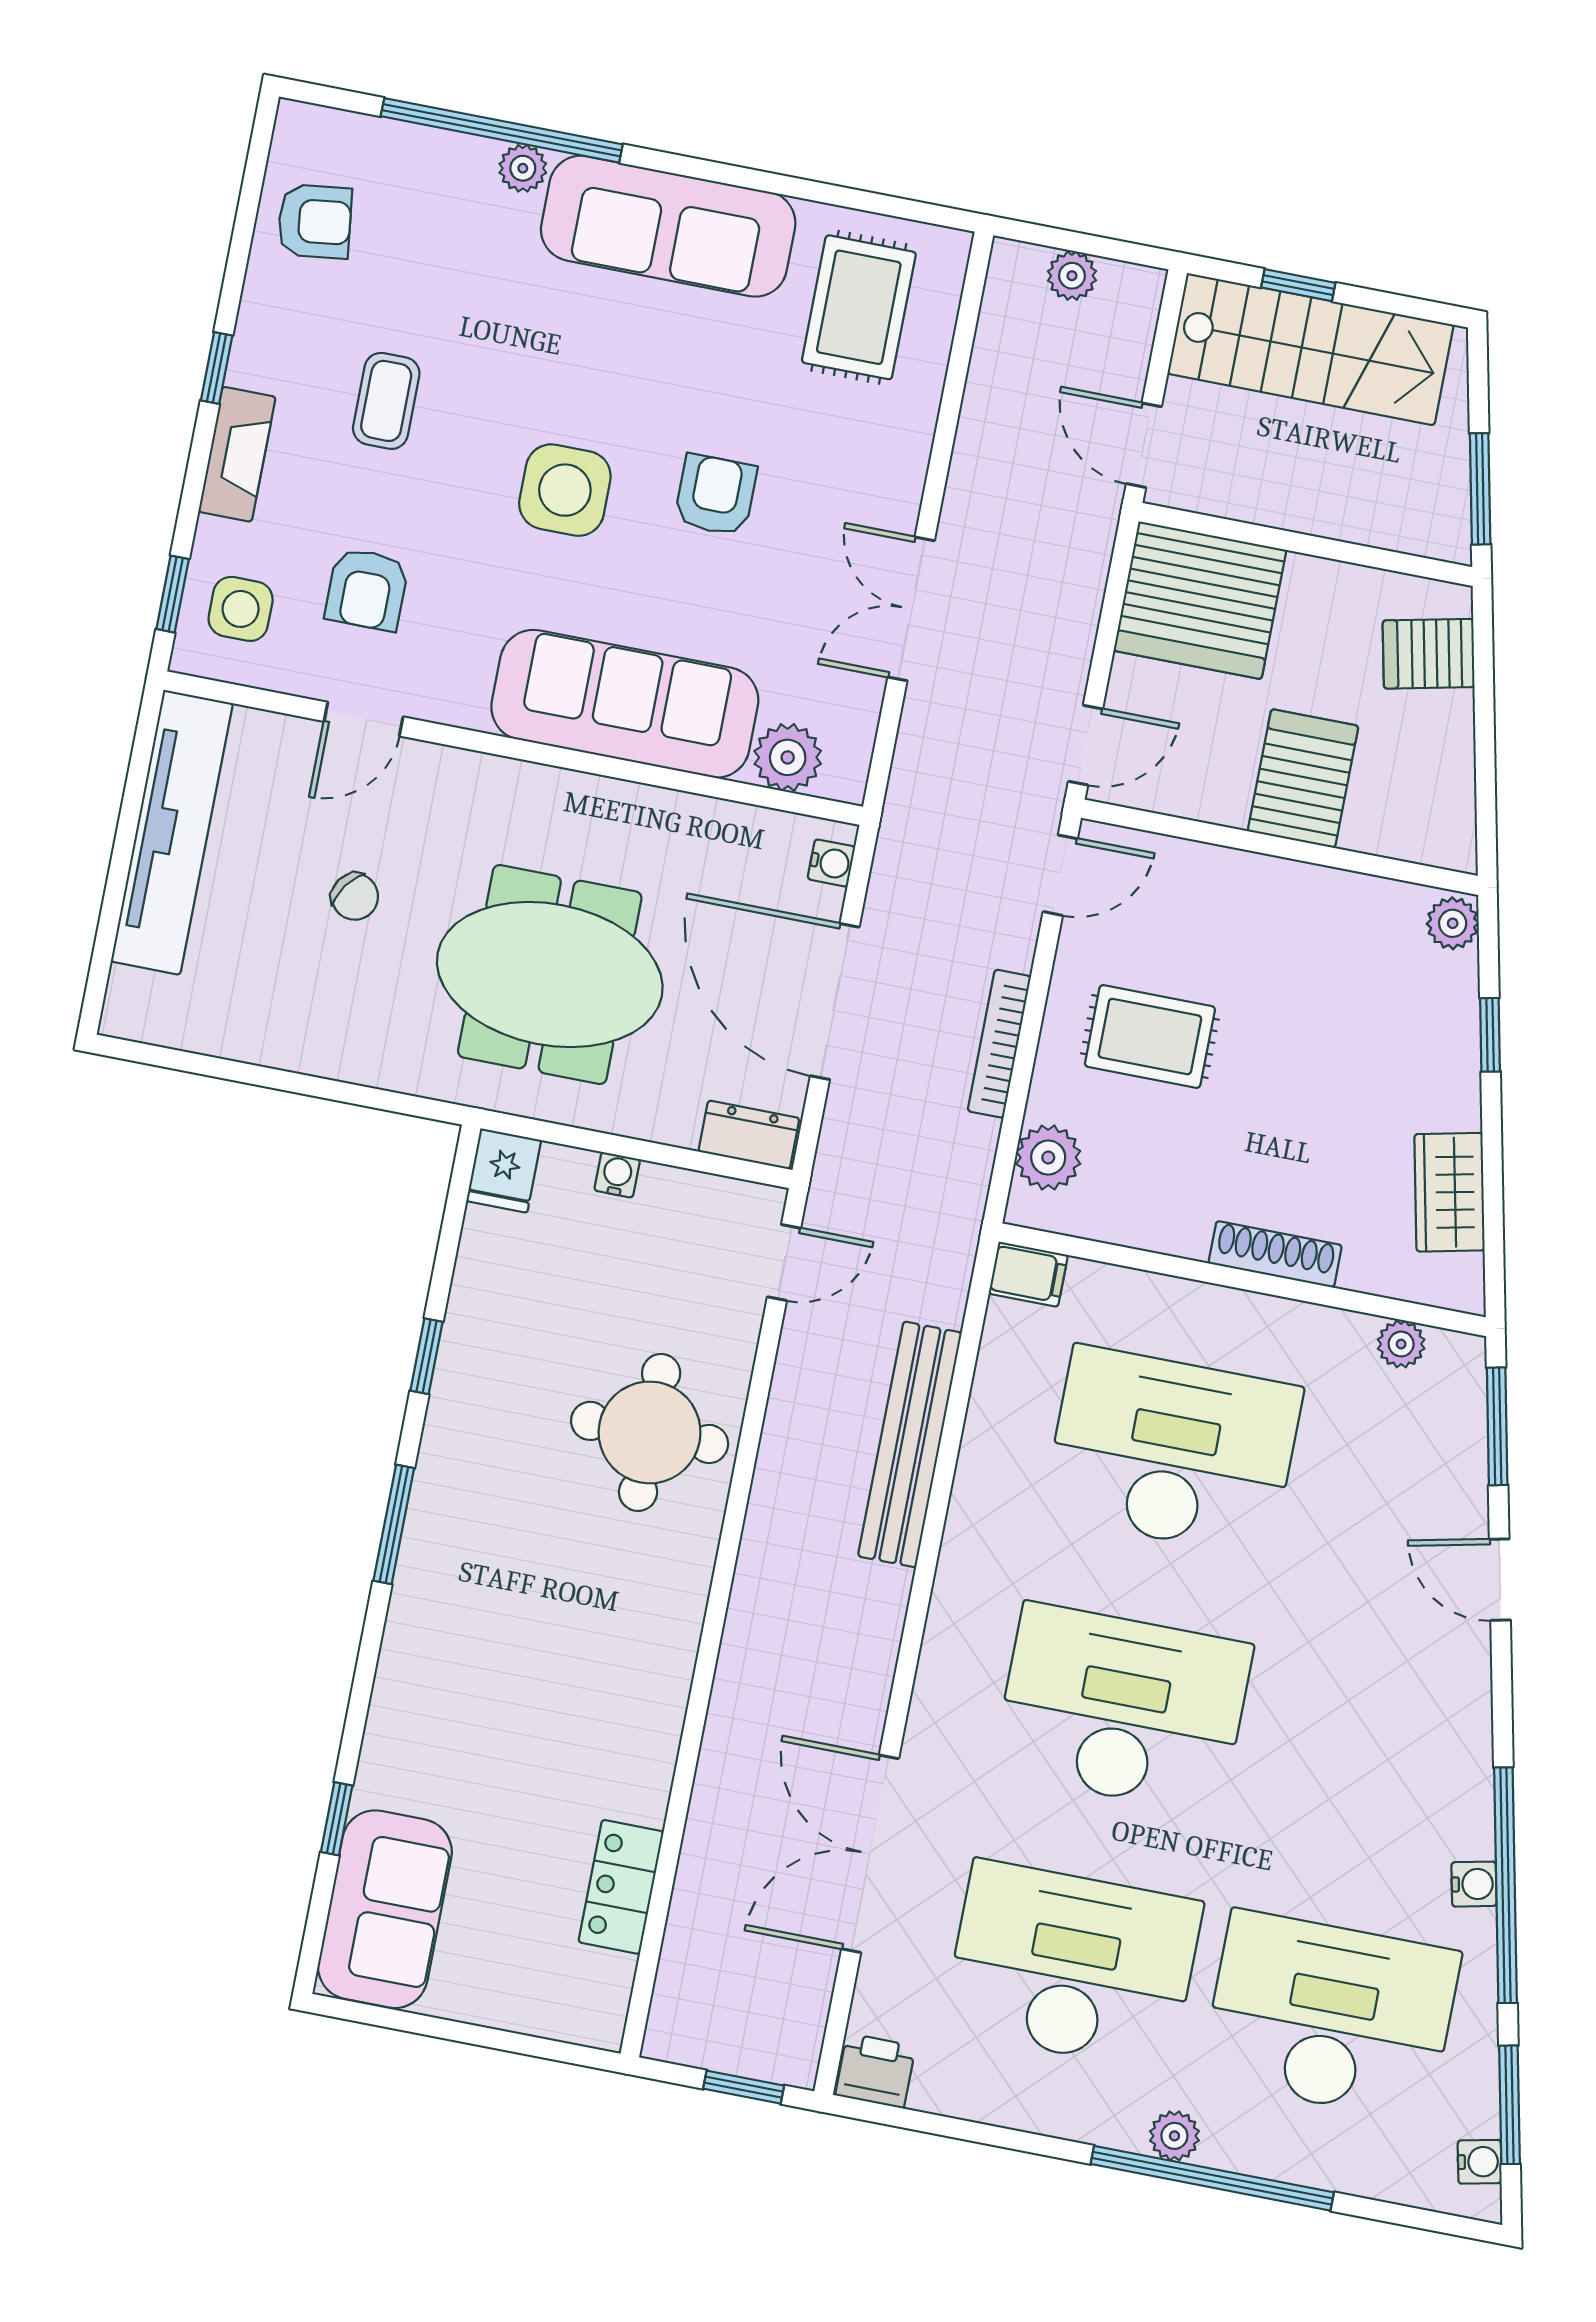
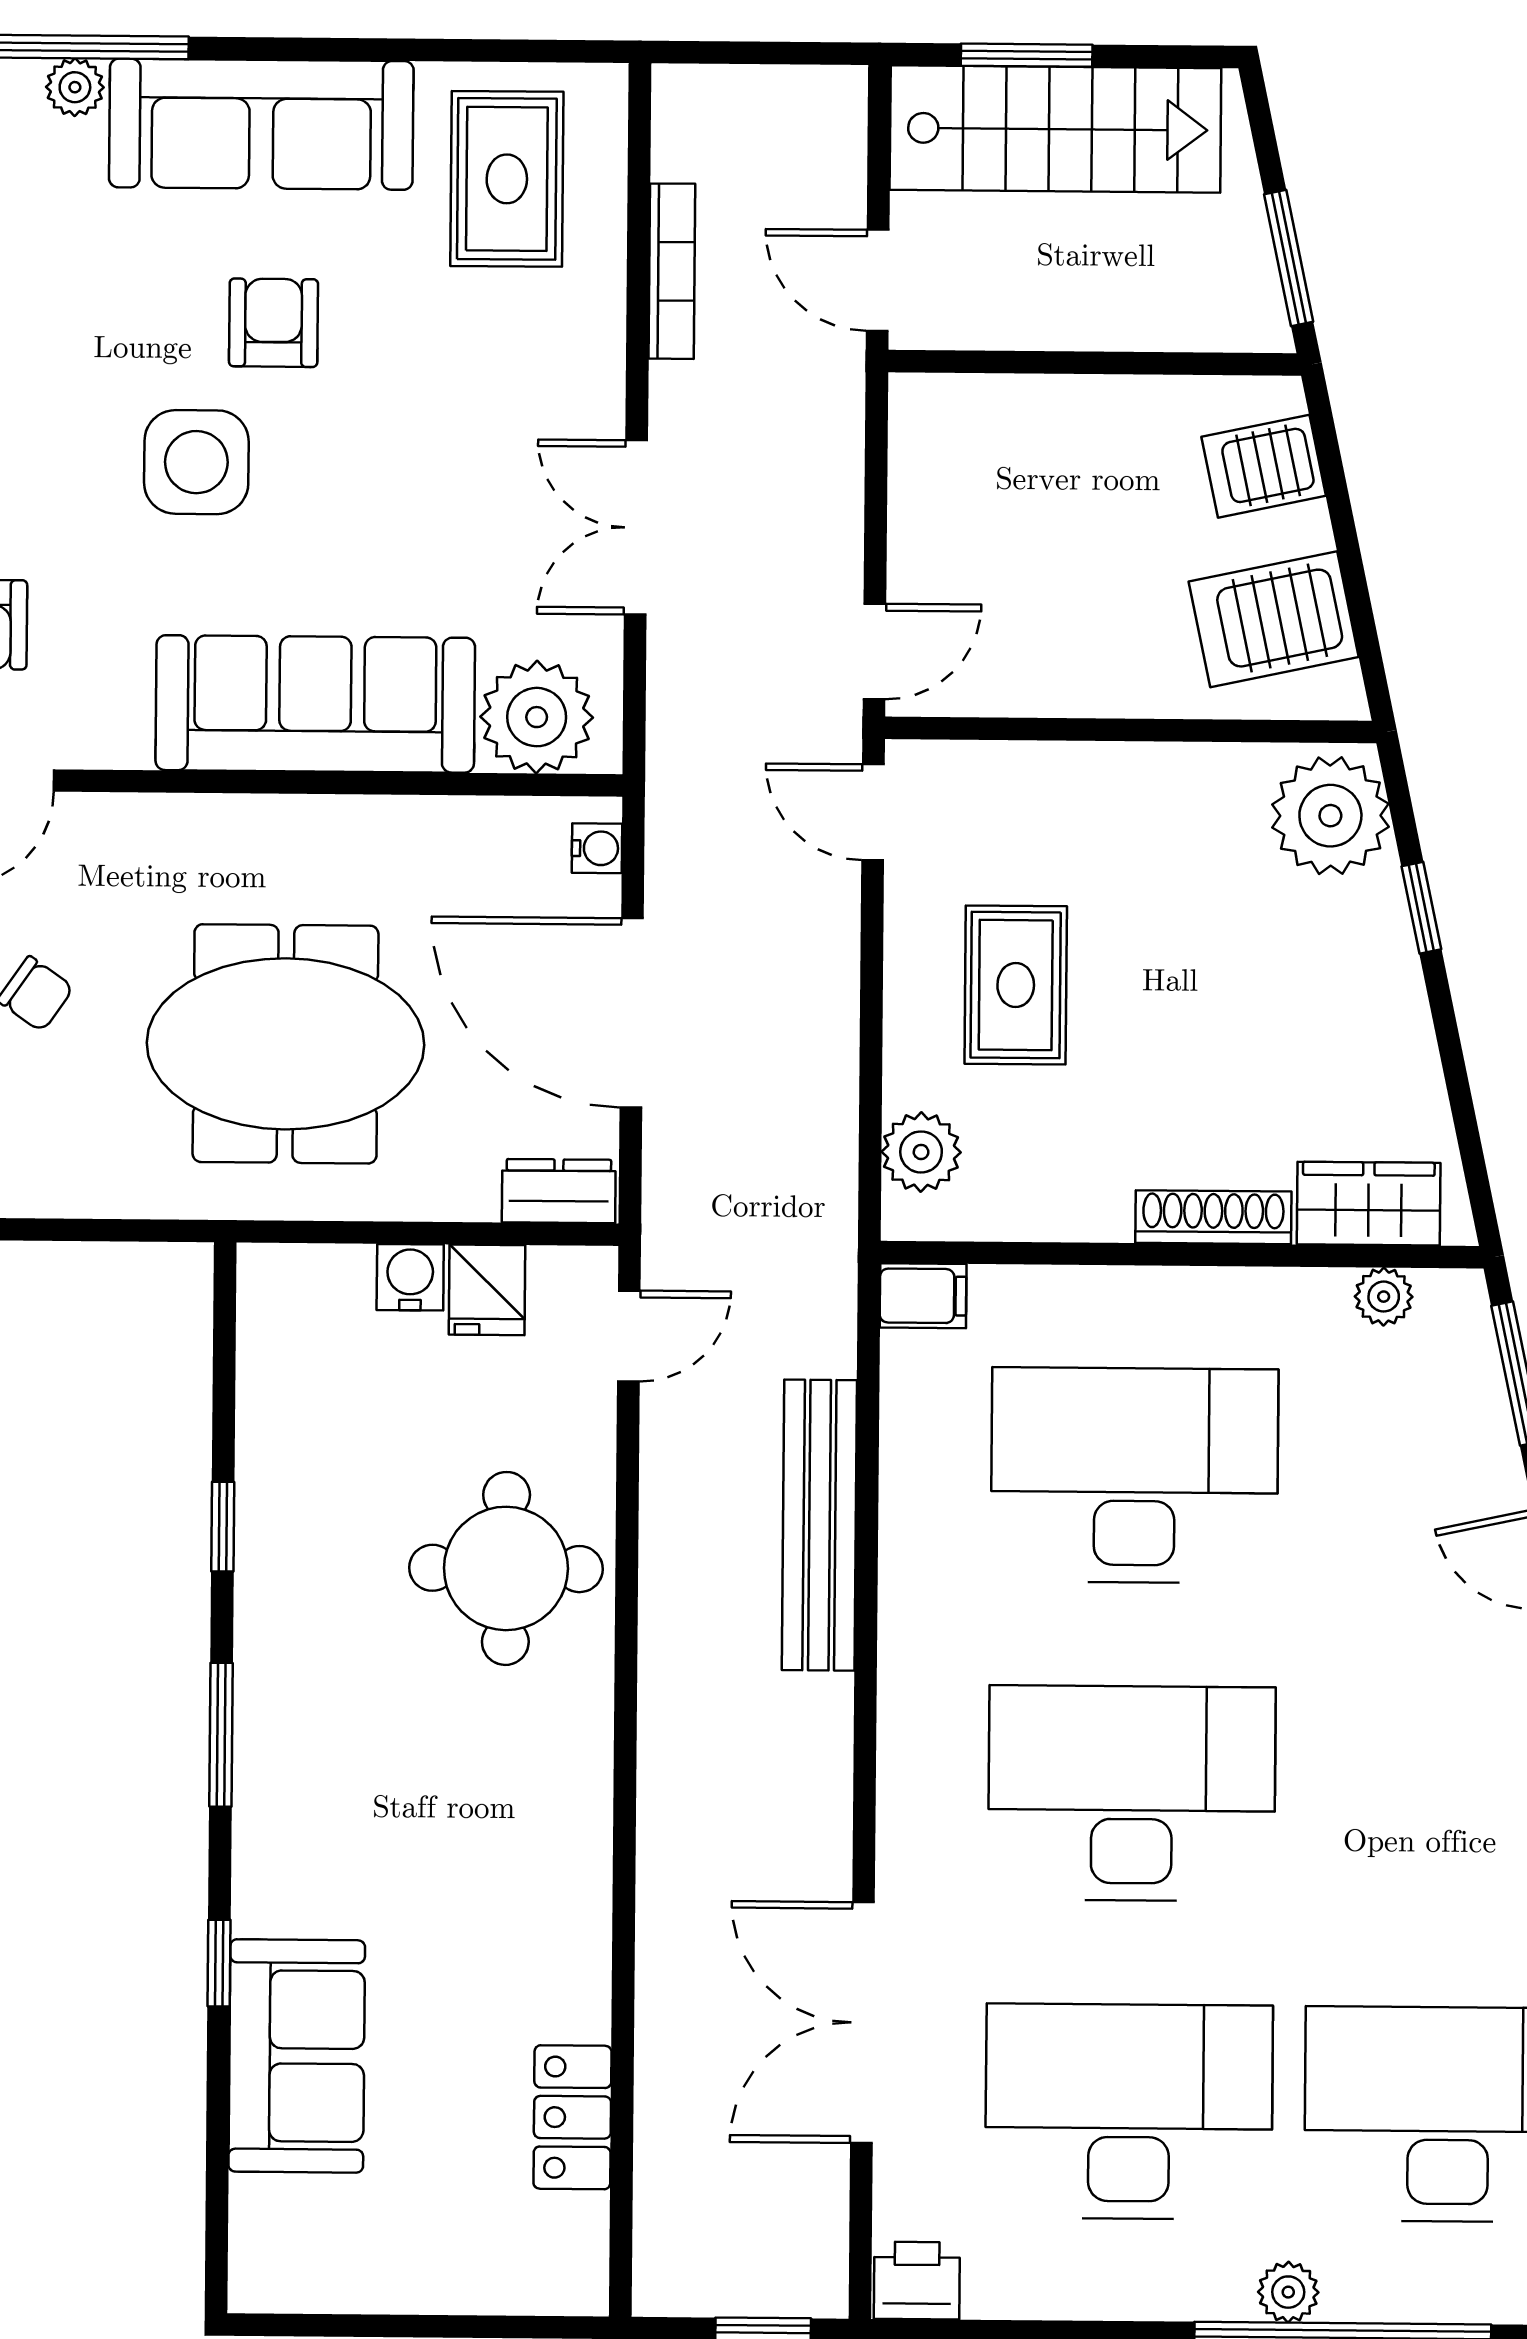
plant: (1072, 276) -> (754, 94), removed
window: (1298, 285) -> (1027, 55), width x1.50
armchair: (716, 495) -> (273, 323), moved
server rack: (1200, 600) -> (979, 453), removed
plant: (788, 757) -> (537, 717), width x1.36, depth x1.36
server rack: (1303, 779) -> (1274, 619), moved, turned -102
door: (1060, 875) -> (873, 812), swing flipped
plant: (1453, 923) -> (1330, 816), width x1.87, depth x1.87
rug: (1150, 1037) -> (1016, 985), turned 90
bookcase: (999, 1044) -> (672, 271), moved, turned 180
fridge: (504, 1171) -> (487, 1290), moved
water cooler: (617, 1175) -> (410, 1277), width x1.38, depth x1.38
wardrobe: (1450, 1192) -> (1369, 1204), moved, turned 102
window: (337, 1819) -> (219, 1963), moved
sofa: (385, 1909) -> (297, 2056), moved

